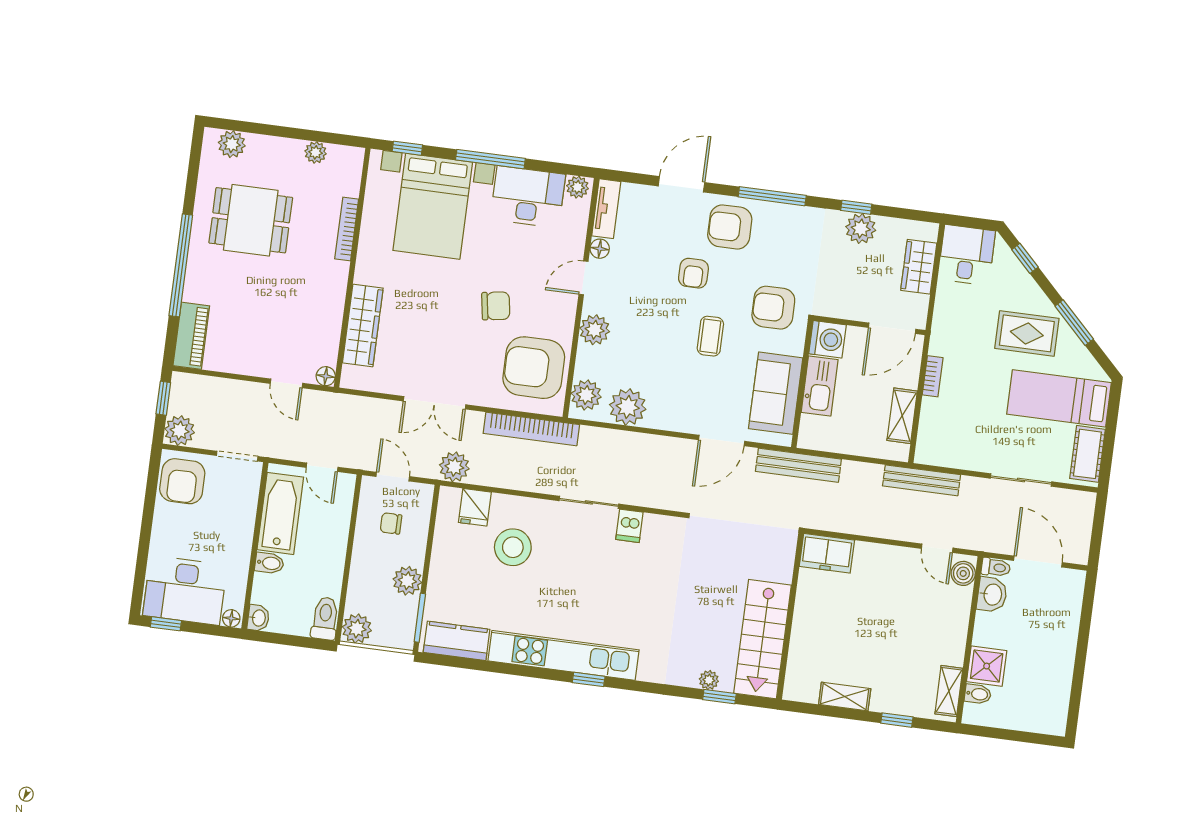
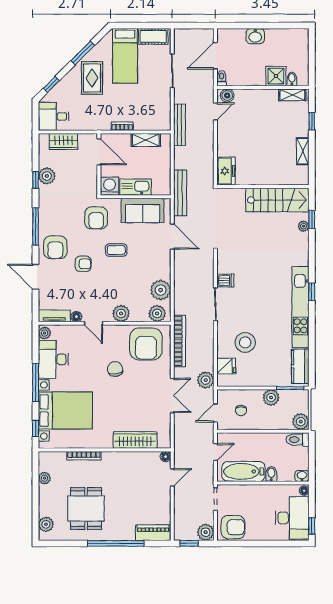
washbasin: (992, 594) -> (255, 36), moved, turned 180

